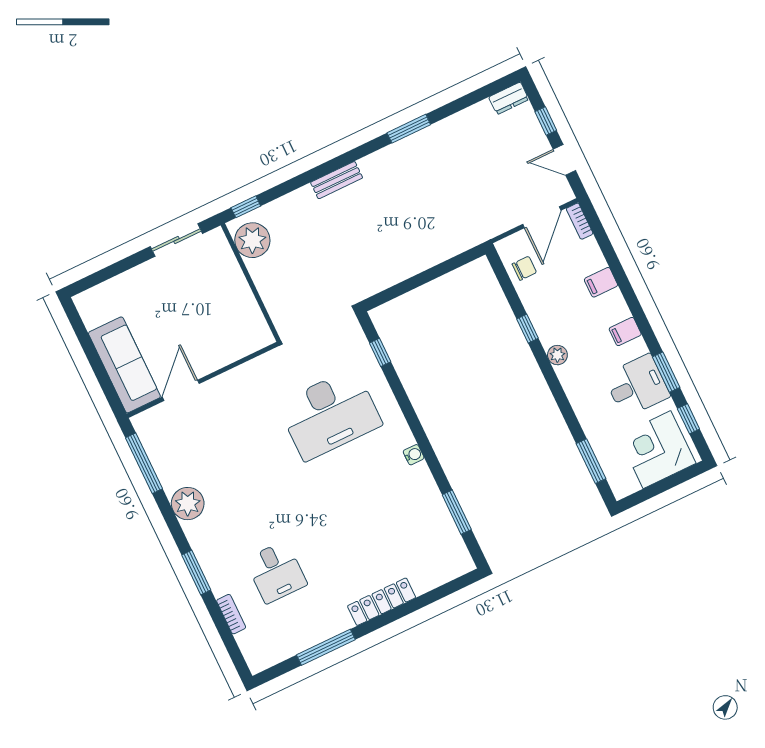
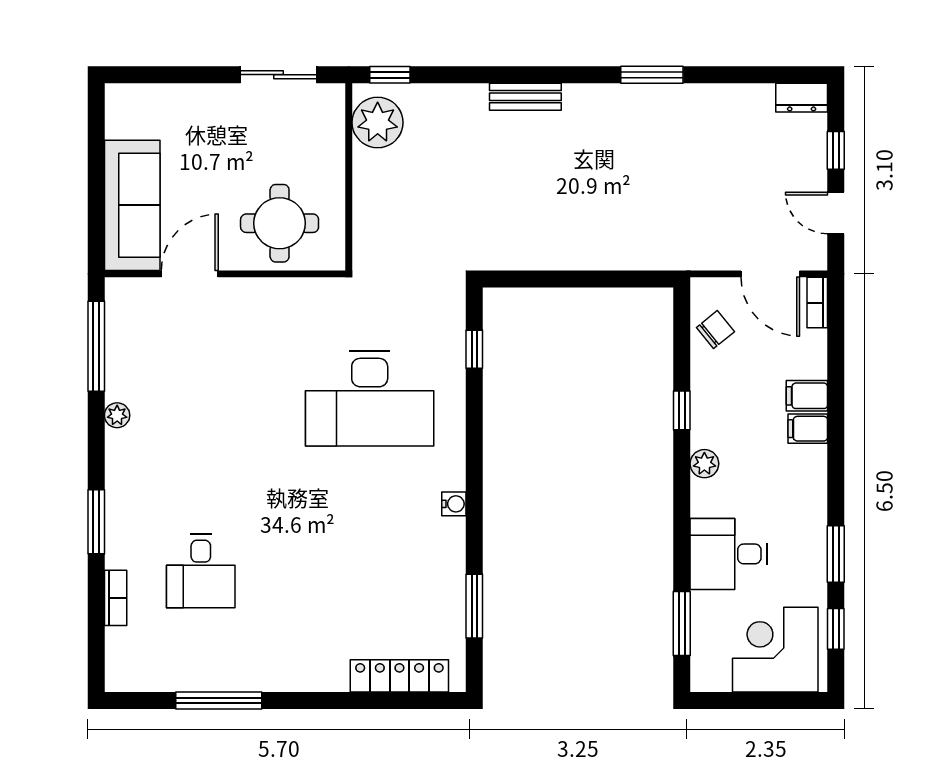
door: (542, 217) -> (770, 274), hinge flipped
chair: (524, 268) -> (715, 330), turned -39
filing cabinet: (625, 331) -> (808, 429), moved
round table: (221, 332) -> (280, 223), added
desk: (637, 386) -> (729, 554), moved, turned 180
plant: (188, 504) -> (117, 415), width x0.53, depth x0.53
locker: (382, 602) -> (399, 676), moved

